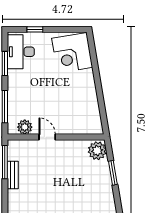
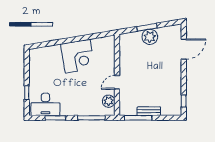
corner desk: (72, 53) -> (78, 56), moved
plant: (97, 151) -> (150, 37), moved

